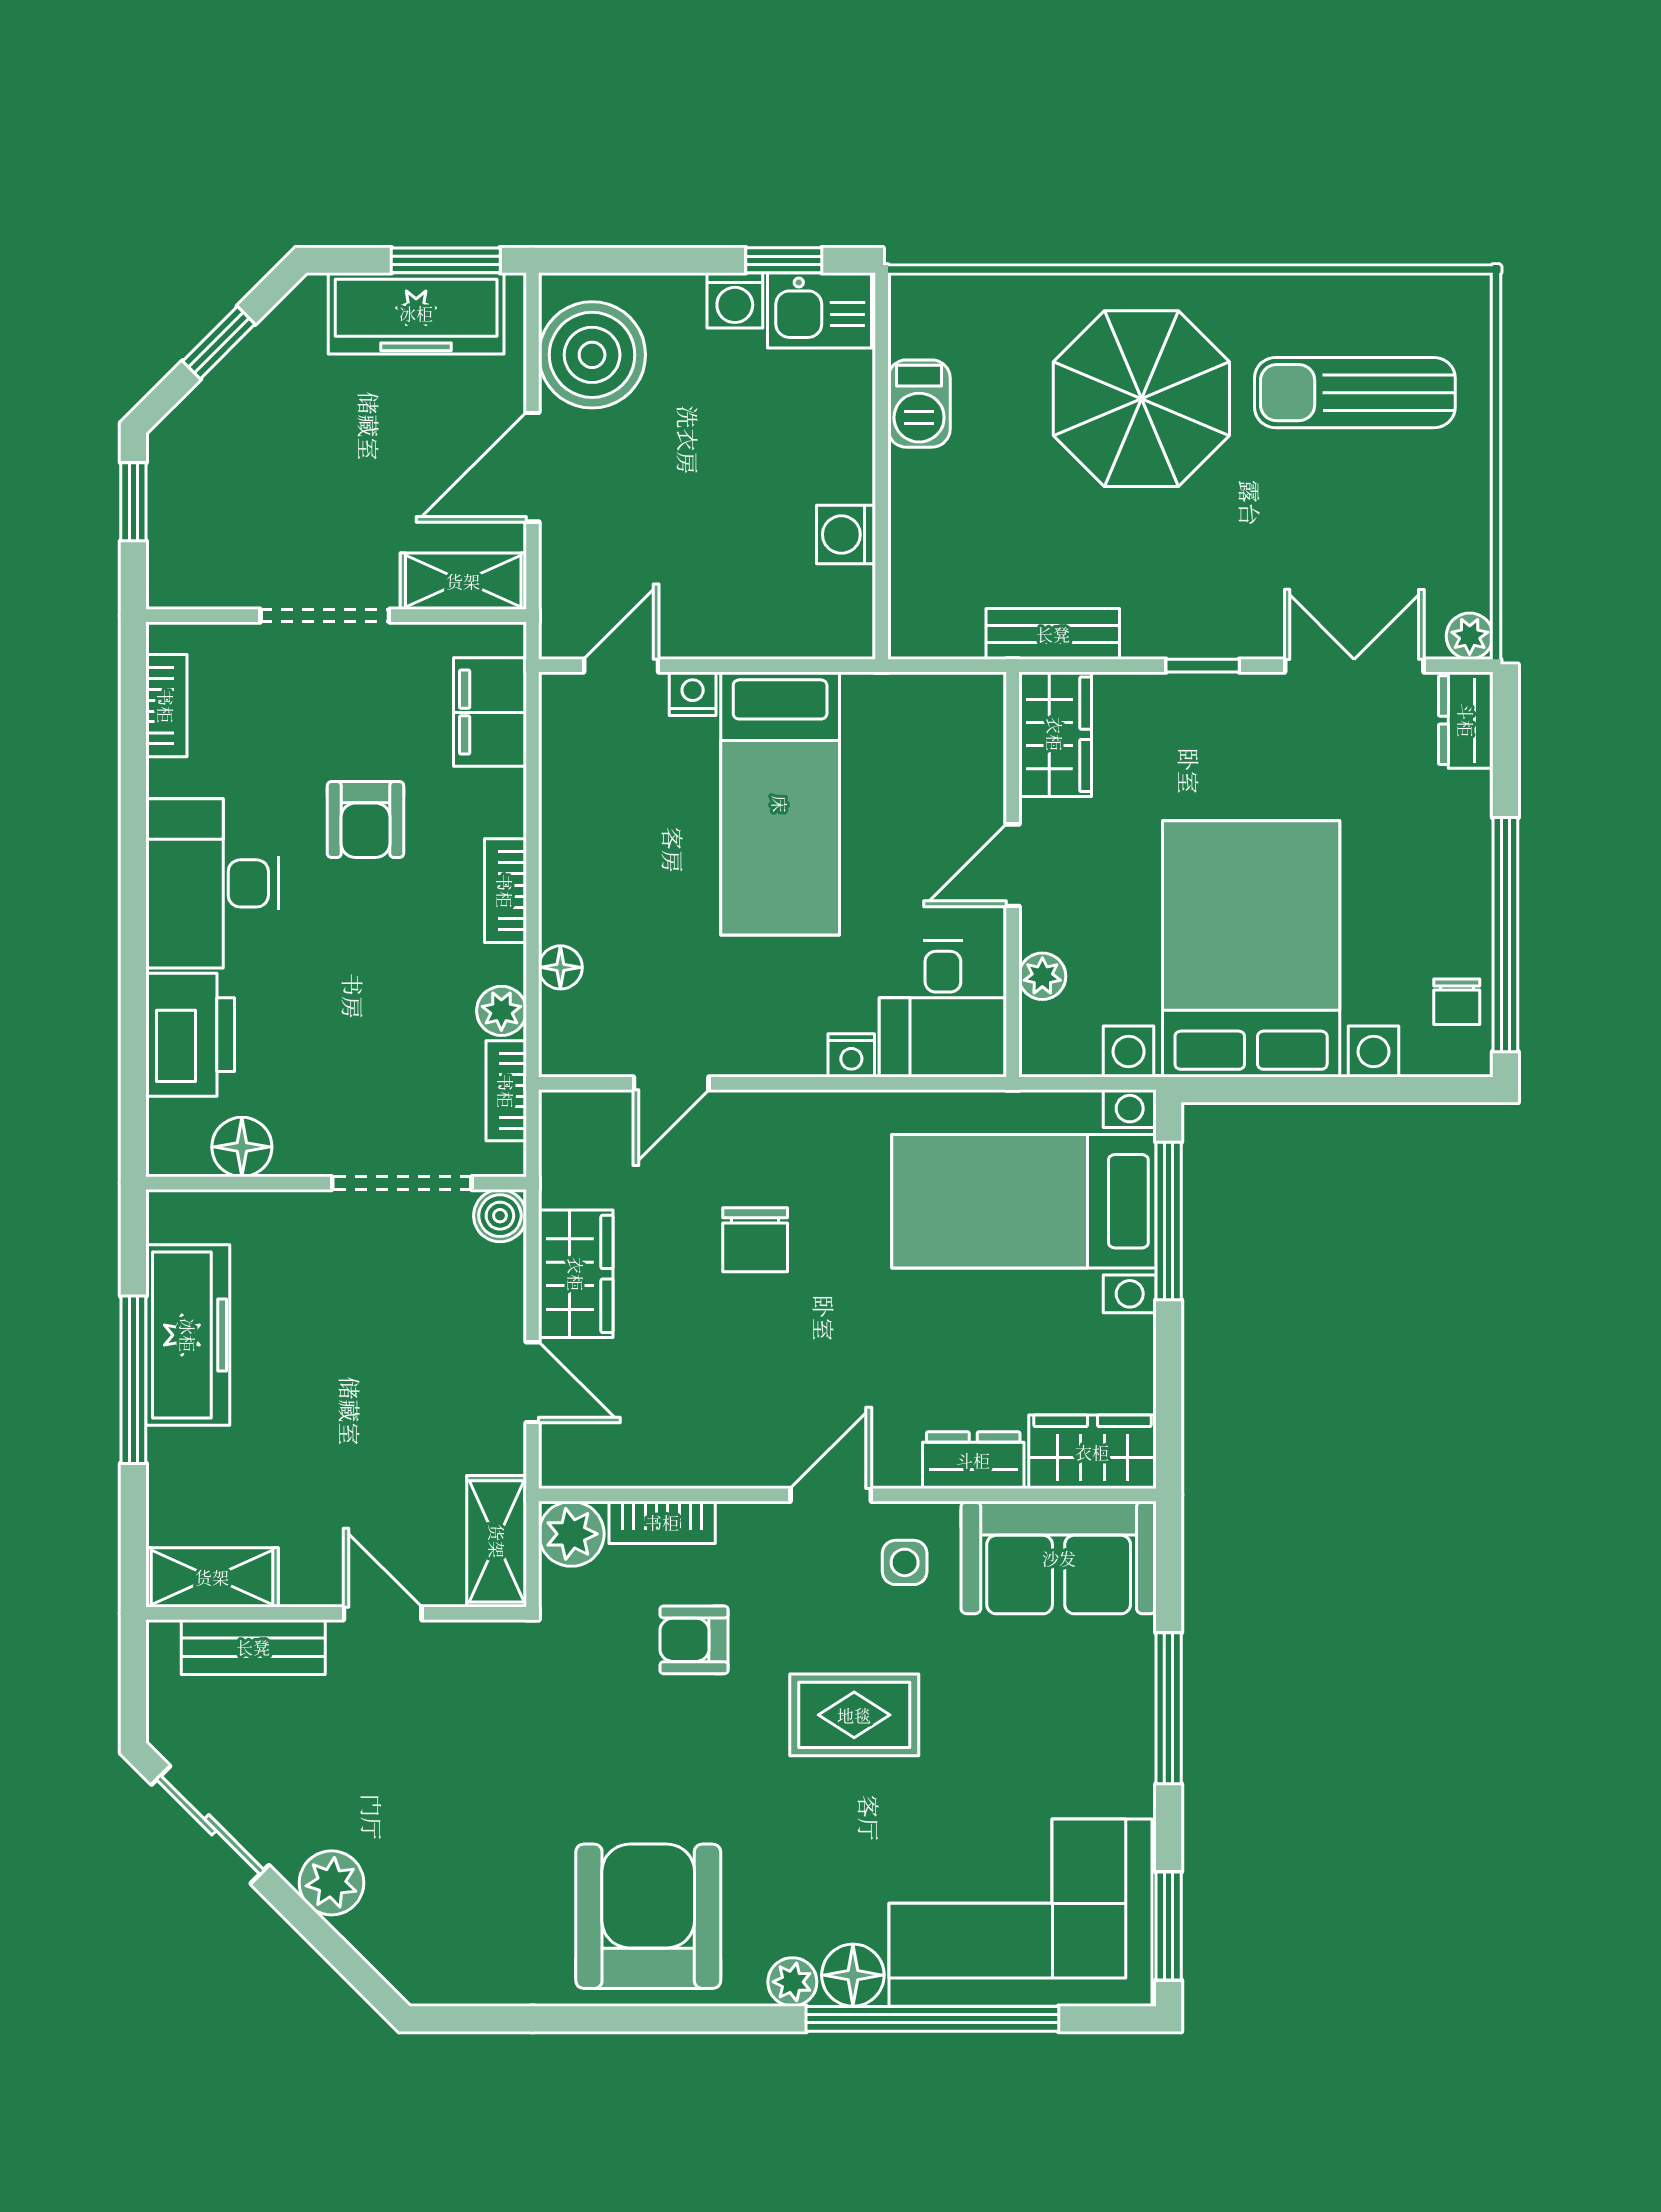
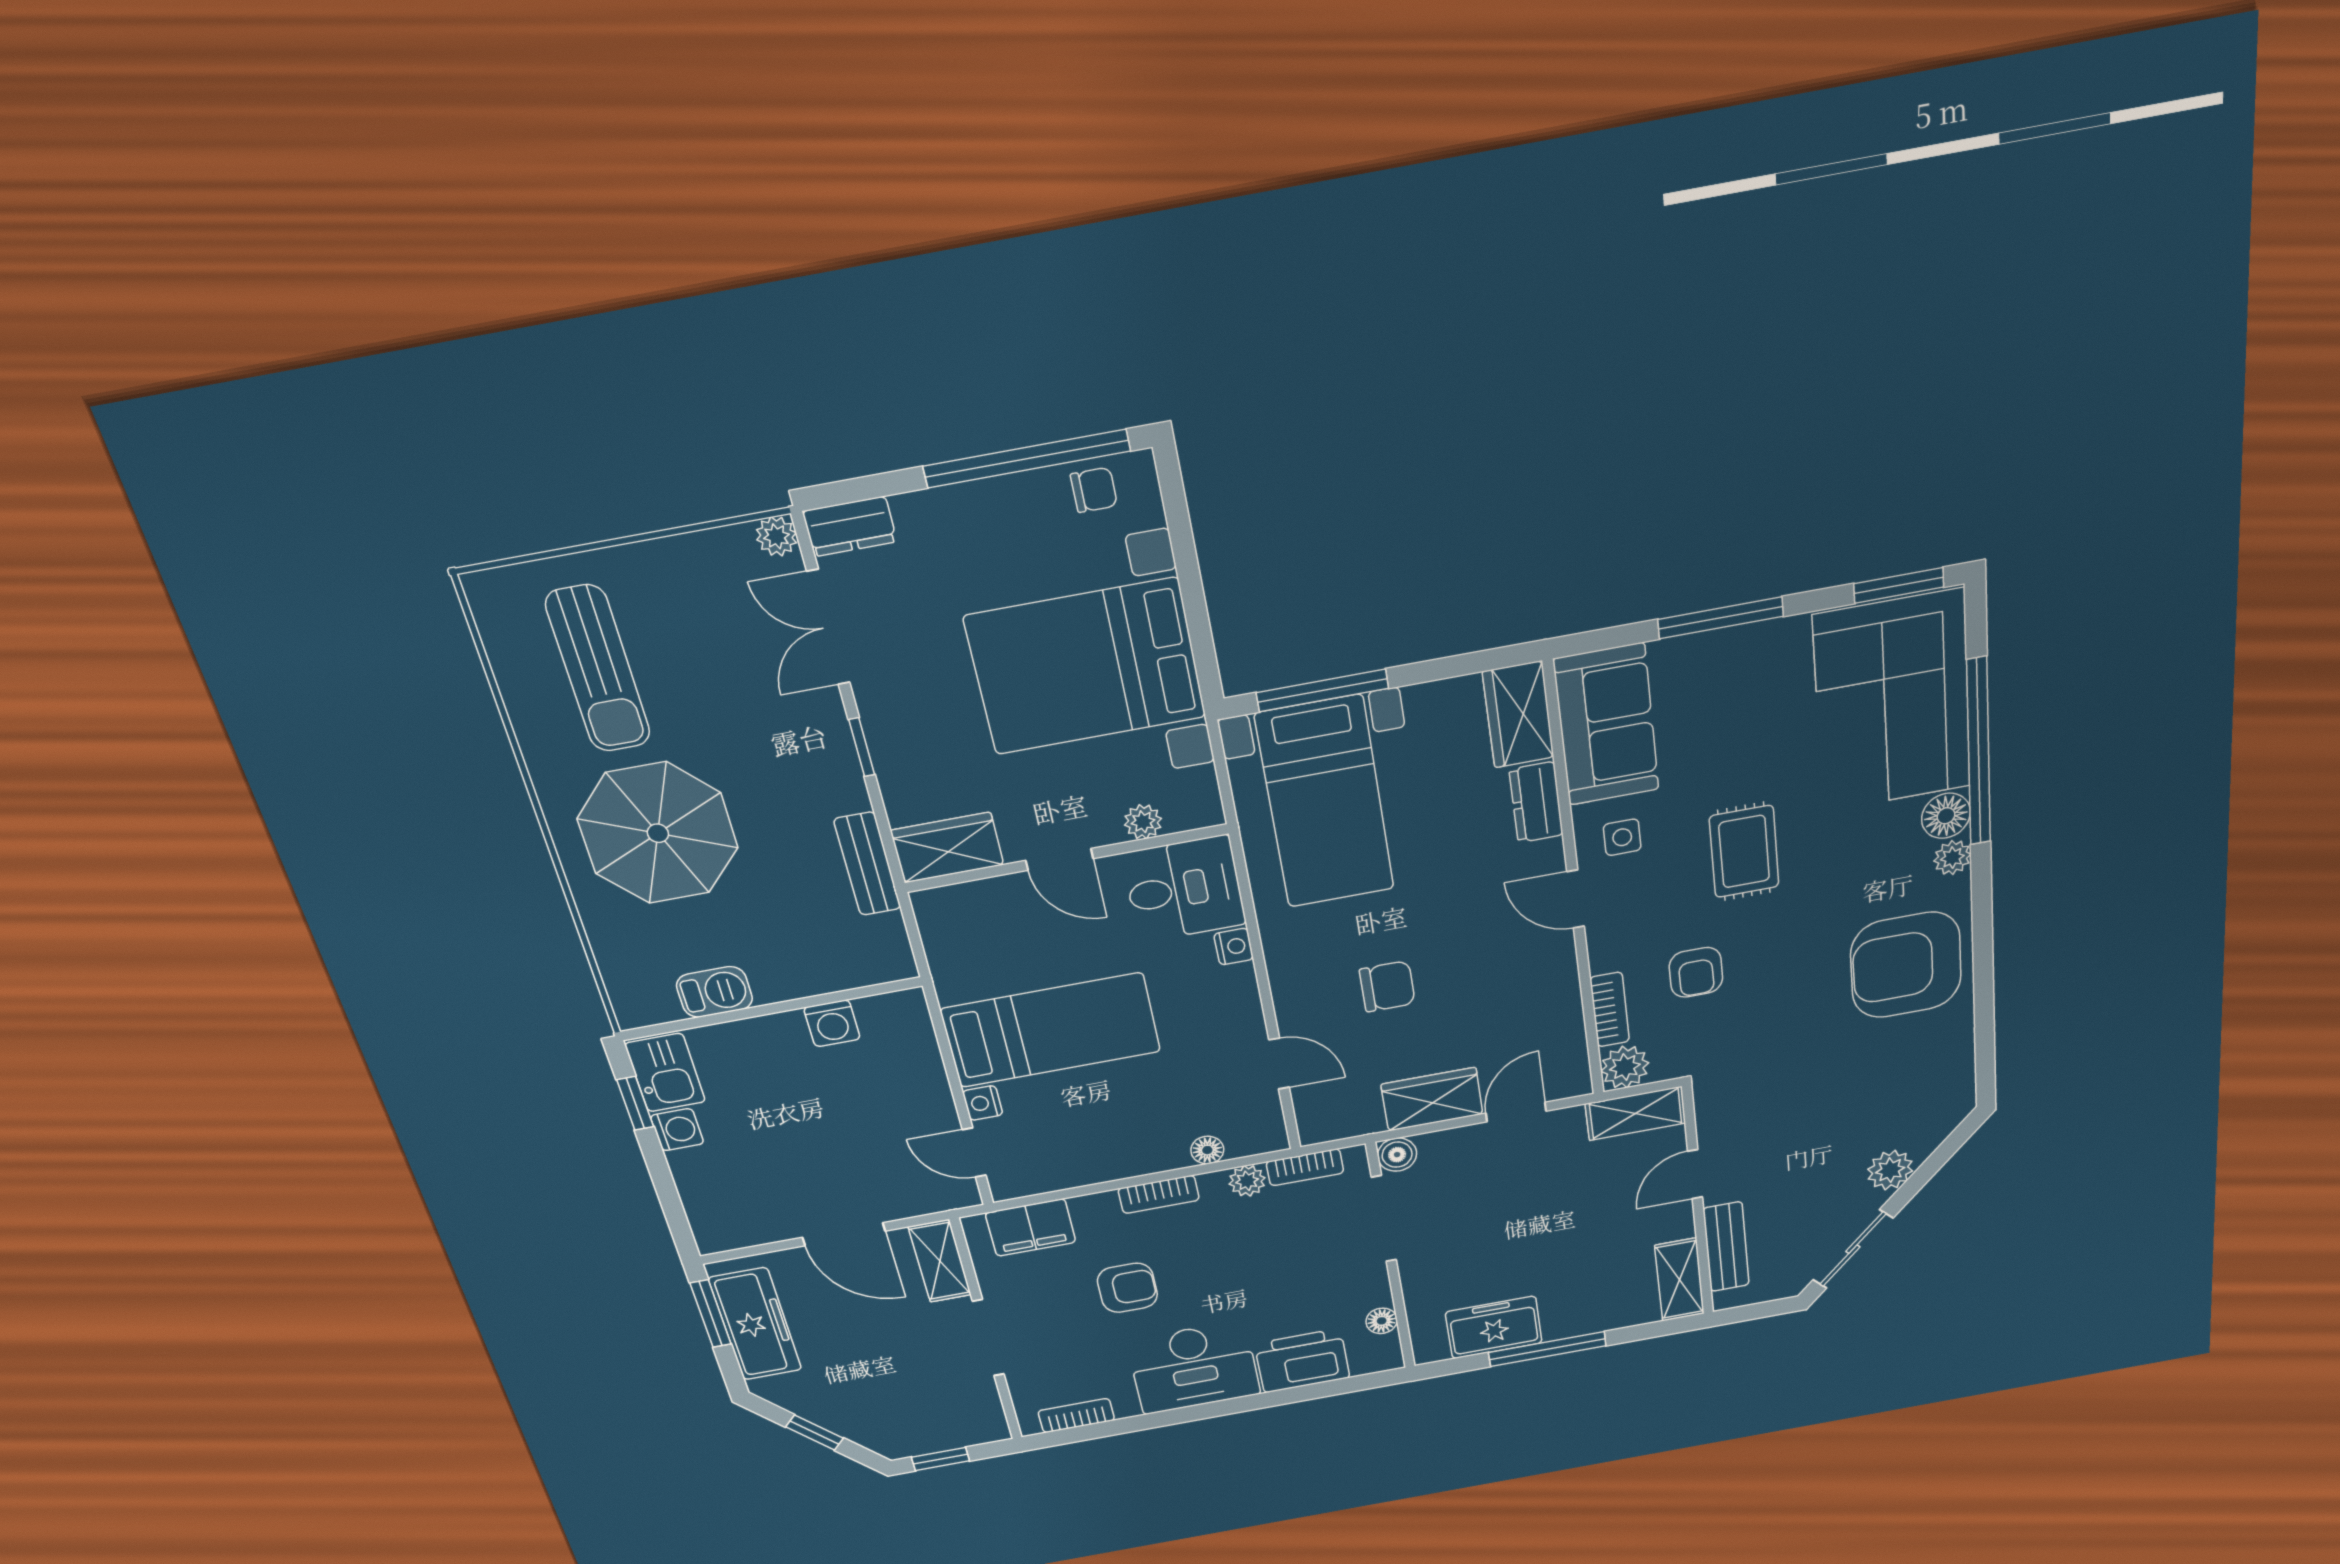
boiler: (592, 355) -> (749, 1213), removed
floor lamp: (242, 1147) -> (1382, 1321), width x0.73, depth x0.73
freezer: (188, 1335) -> (1494, 1327), width x0.71

